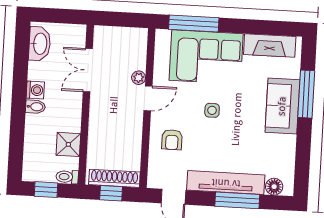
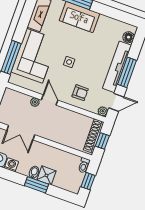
washing machine: (35, 90) -> (11, 165), moved
window: (18, 116) -> (37, 185), added
shower: (68, 144) -> (46, 175), moved
plant: (154, 181) -> (103, 111), added
window: (237, 200) -> (127, 72), moved

